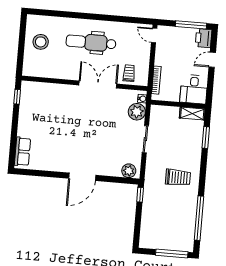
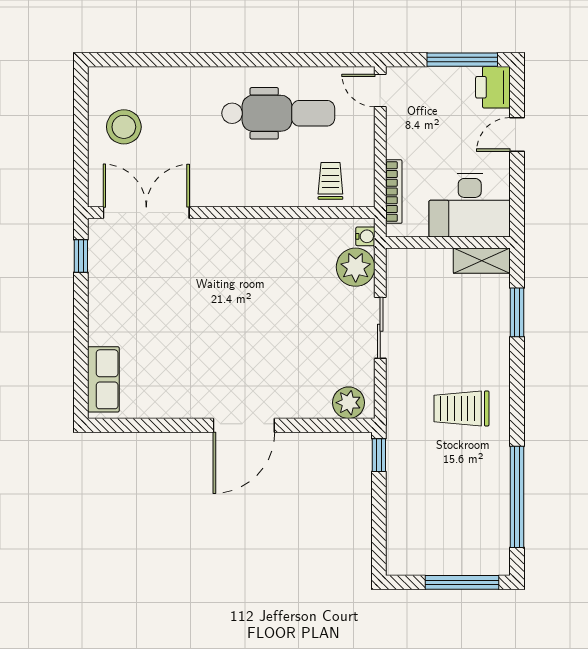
dental chair: (91, 42) -> (278, 113), moved, turned 180
double door: (98, 84) -> (146, 213), moved
desk: (194, 89) -> (470, 205), width x1.37
trolley: (178, 177) -> (462, 408), turned 180

